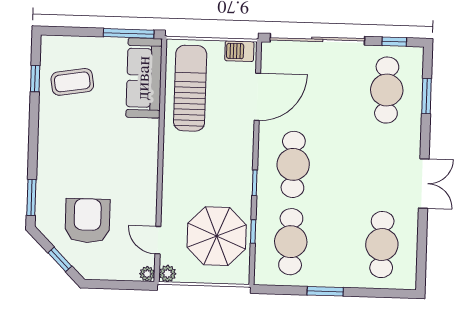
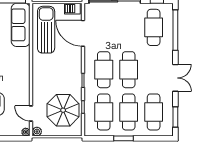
window: (427, 96) -> (175, 30), width x2.11
door: (257, 97) -> (83, 33), swing flipped
cafe table: (339, 166) -> (129, 70), added
cafe table: (336, 243) -> (129, 112), added
window: (422, 255) -> (175, 117), added

